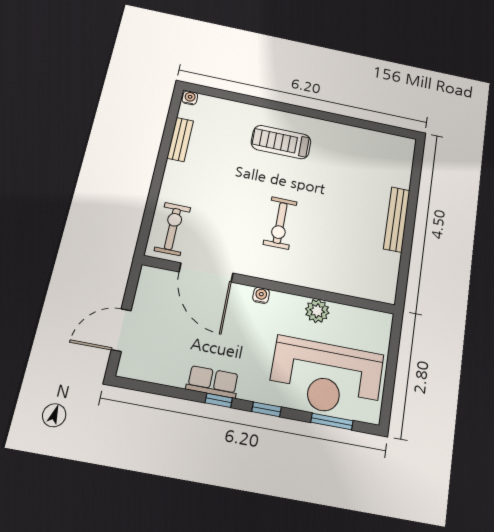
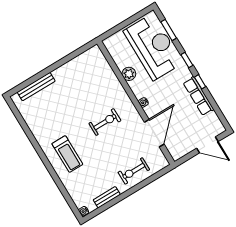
bench: (397, 219) -> (36, 87), moved
exercise bike: (173, 229) -> (134, 171), moved
row of seats: (213, 382) -> (198, 96), width x1.48

